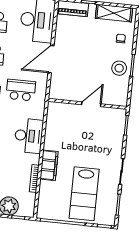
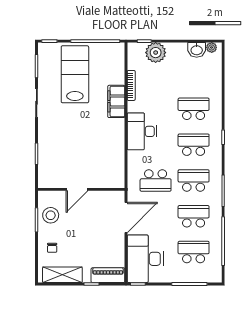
wall: (87, 104) -> (81, 189), moved
door: (91, 104) -> (77, 189), moved

